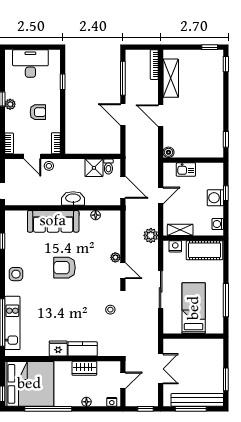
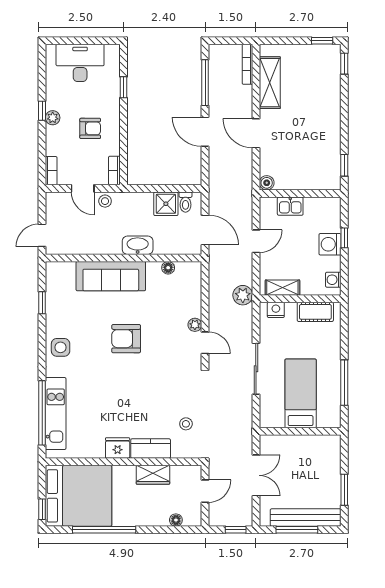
cot: (204, 250) -> (315, 312), width x0.73, depth x0.75
stool: (110, 310) -> (186, 424), moved
floor lamp: (86, 402) -> (176, 520), moved
nightstand: (112, 402) -> (190, 520), removed

